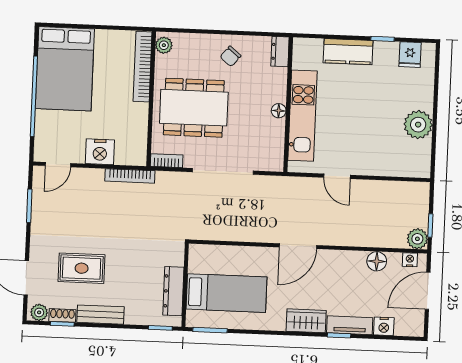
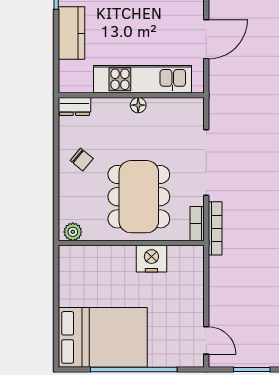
bookcase: (143, 67) -> (97, 254), removed
nightstand: (100, 152) -> (151, 259), moved, turned -90
bookcase: (130, 176) -> (215, 228), moved
door: (337, 176) -> (206, 39), width x1.38

